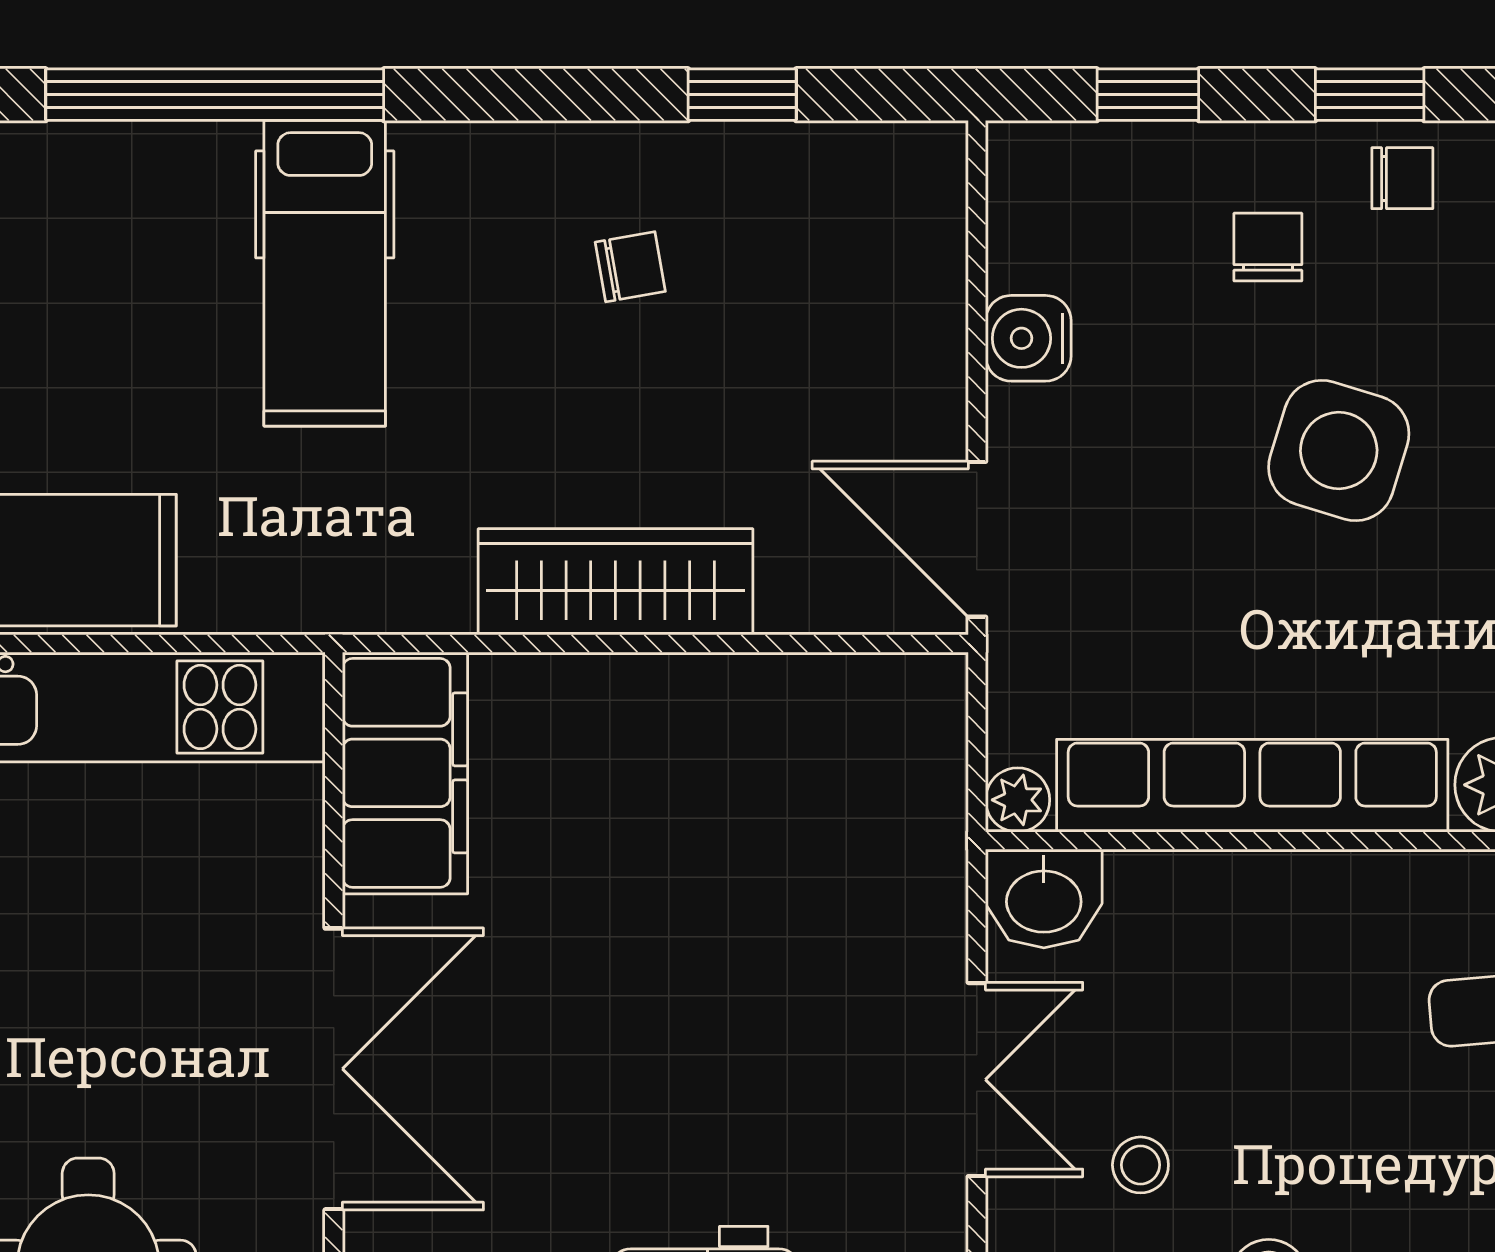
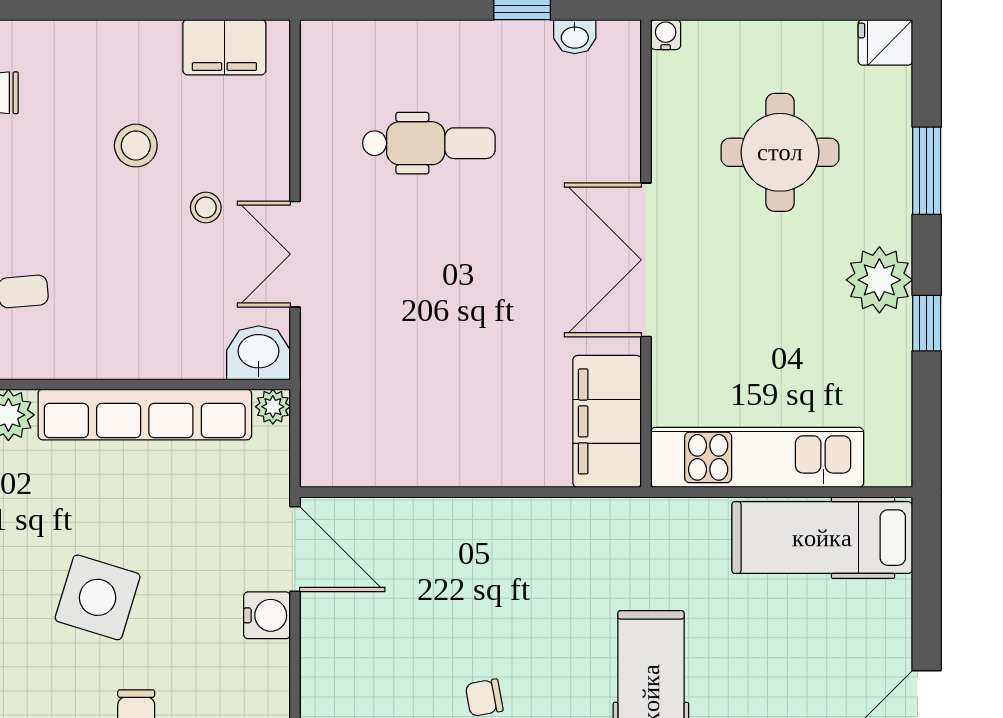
water cooler: (1028, 338) -> (267, 615), moved
wardrobe: (615, 582) -> (492, 526), removed

